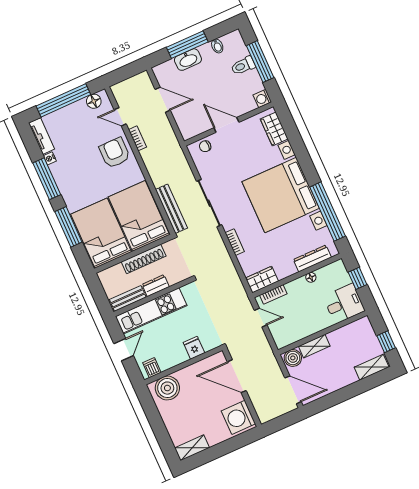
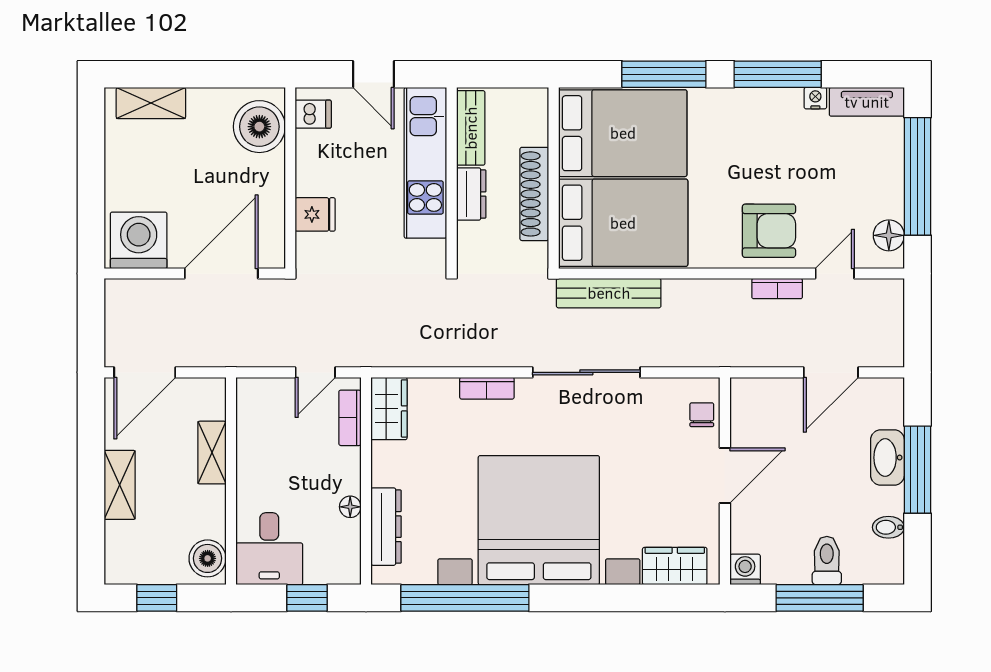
boiler: (293, 358) -> (208, 558), moved
shelving: (372, 367) -> (120, 485), moved
shelving: (192, 448) -> (151, 103), moved, turned 90

